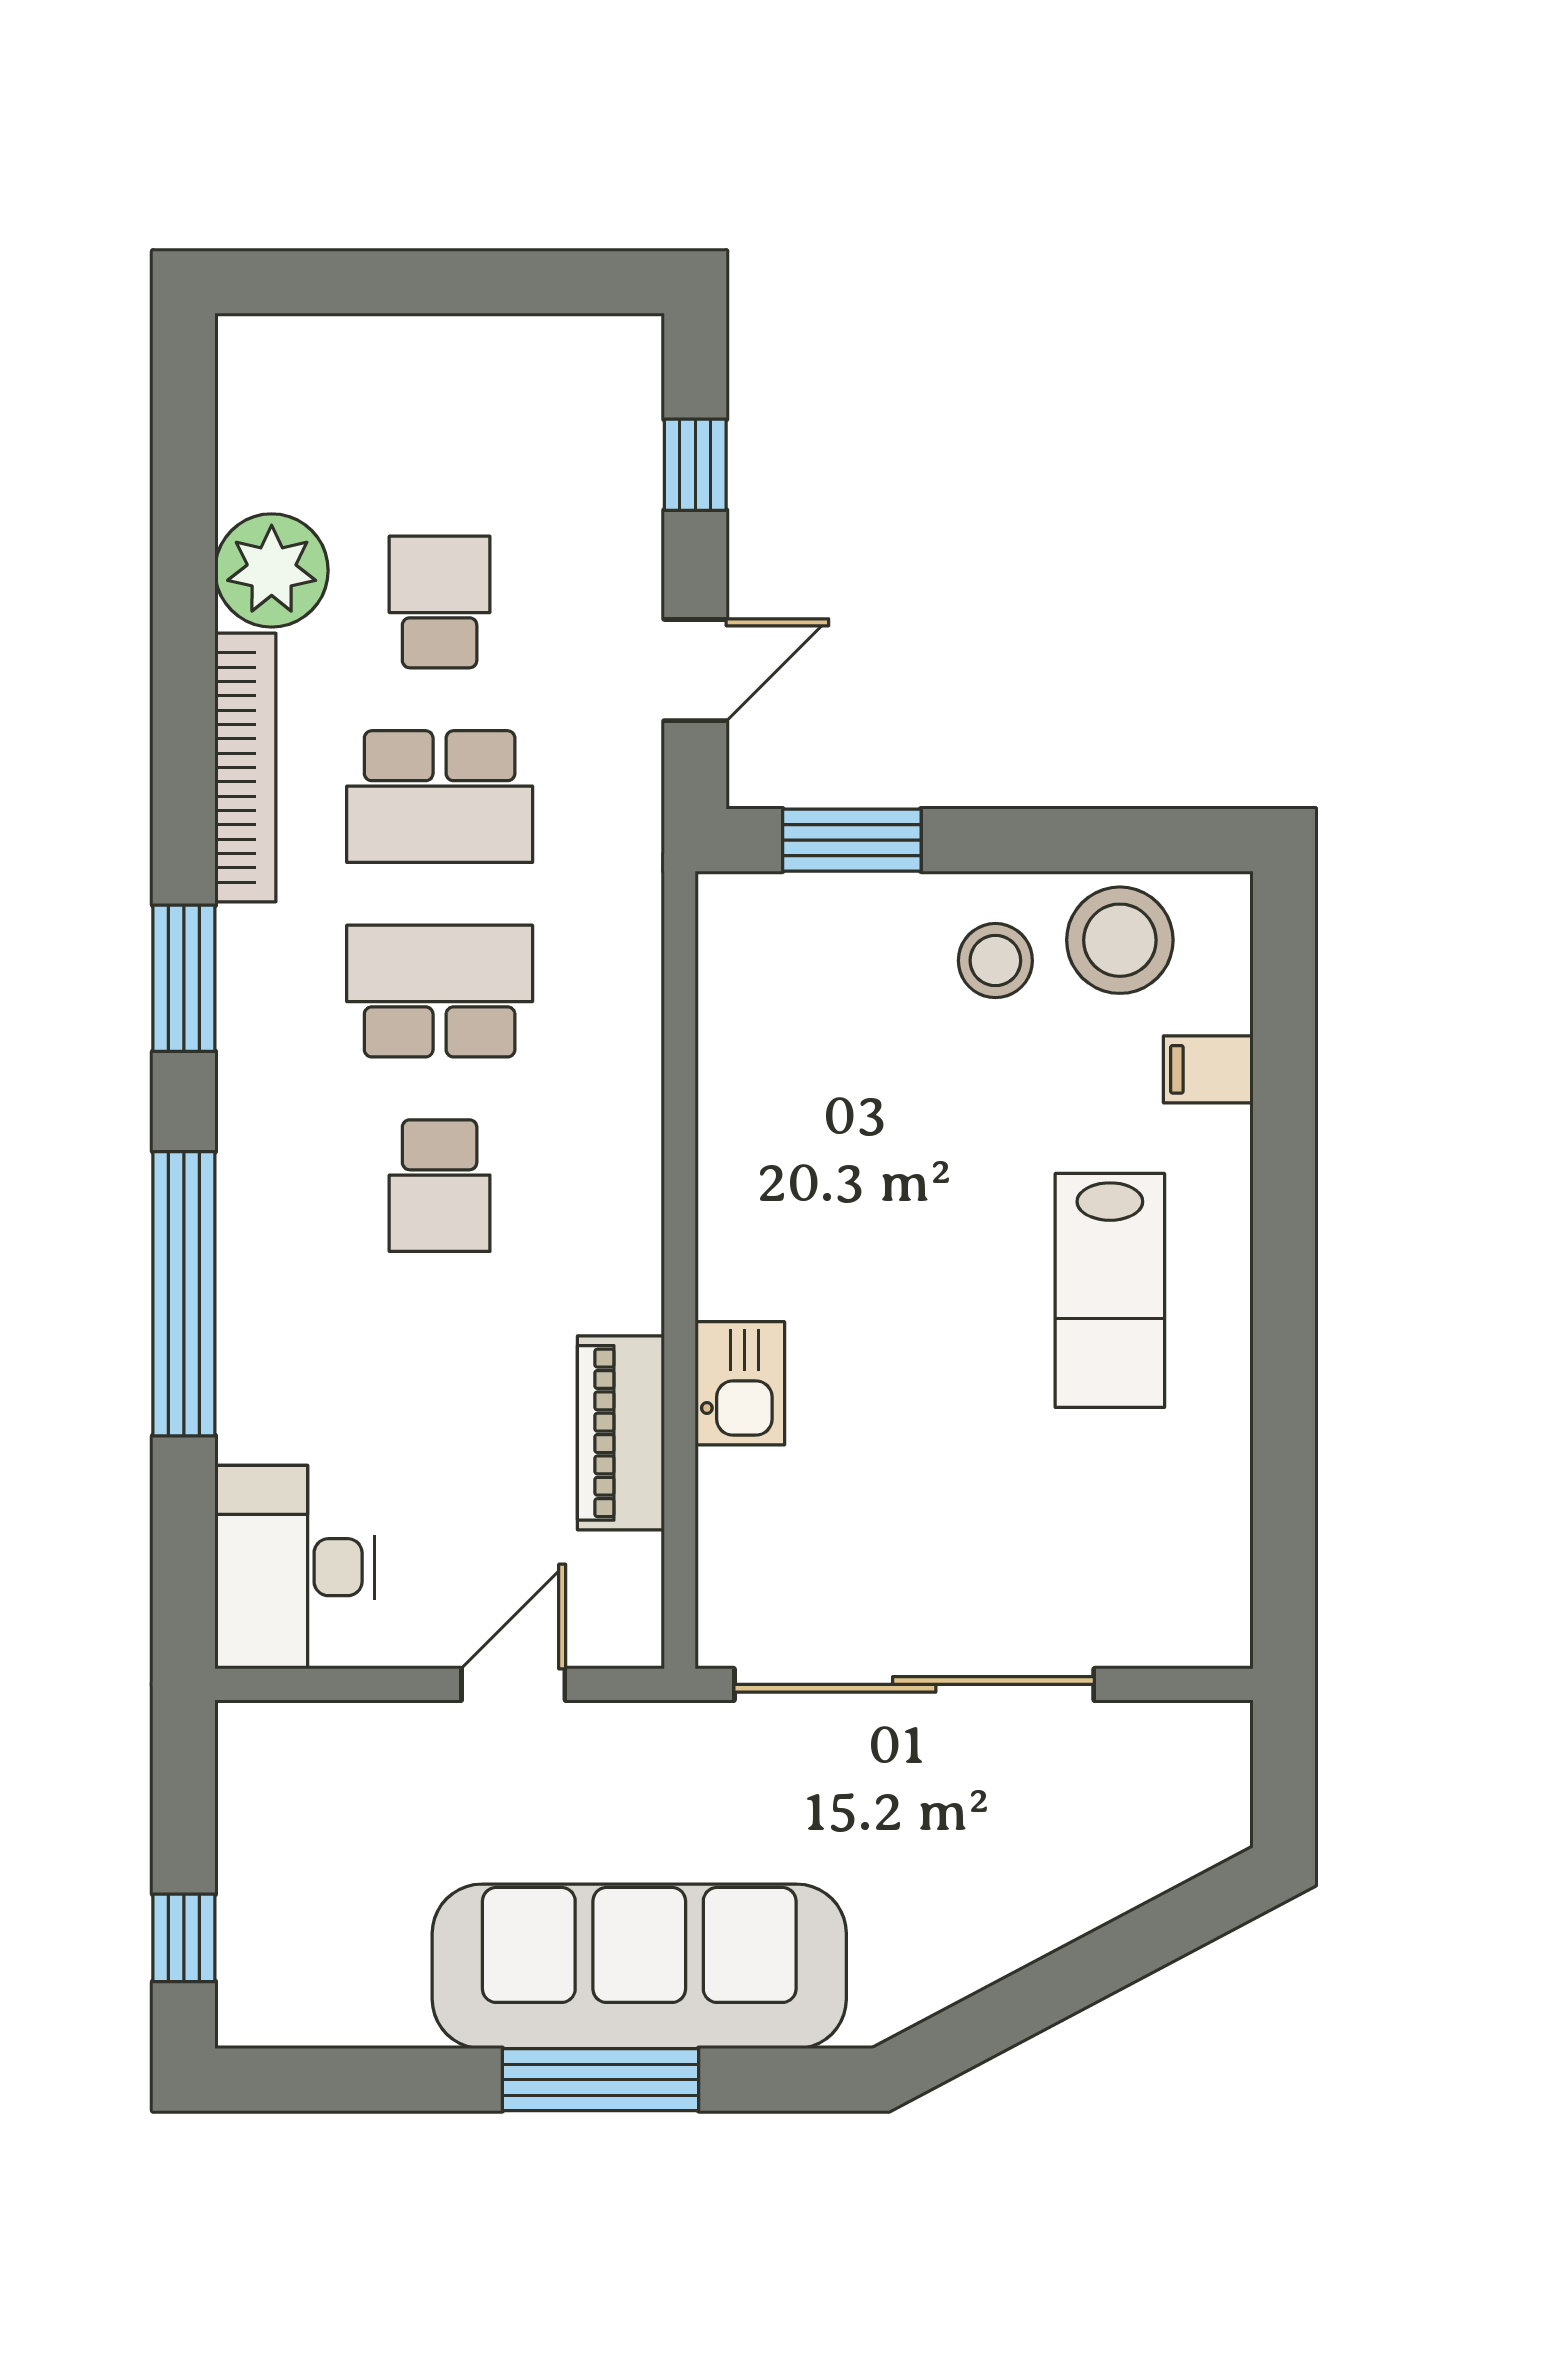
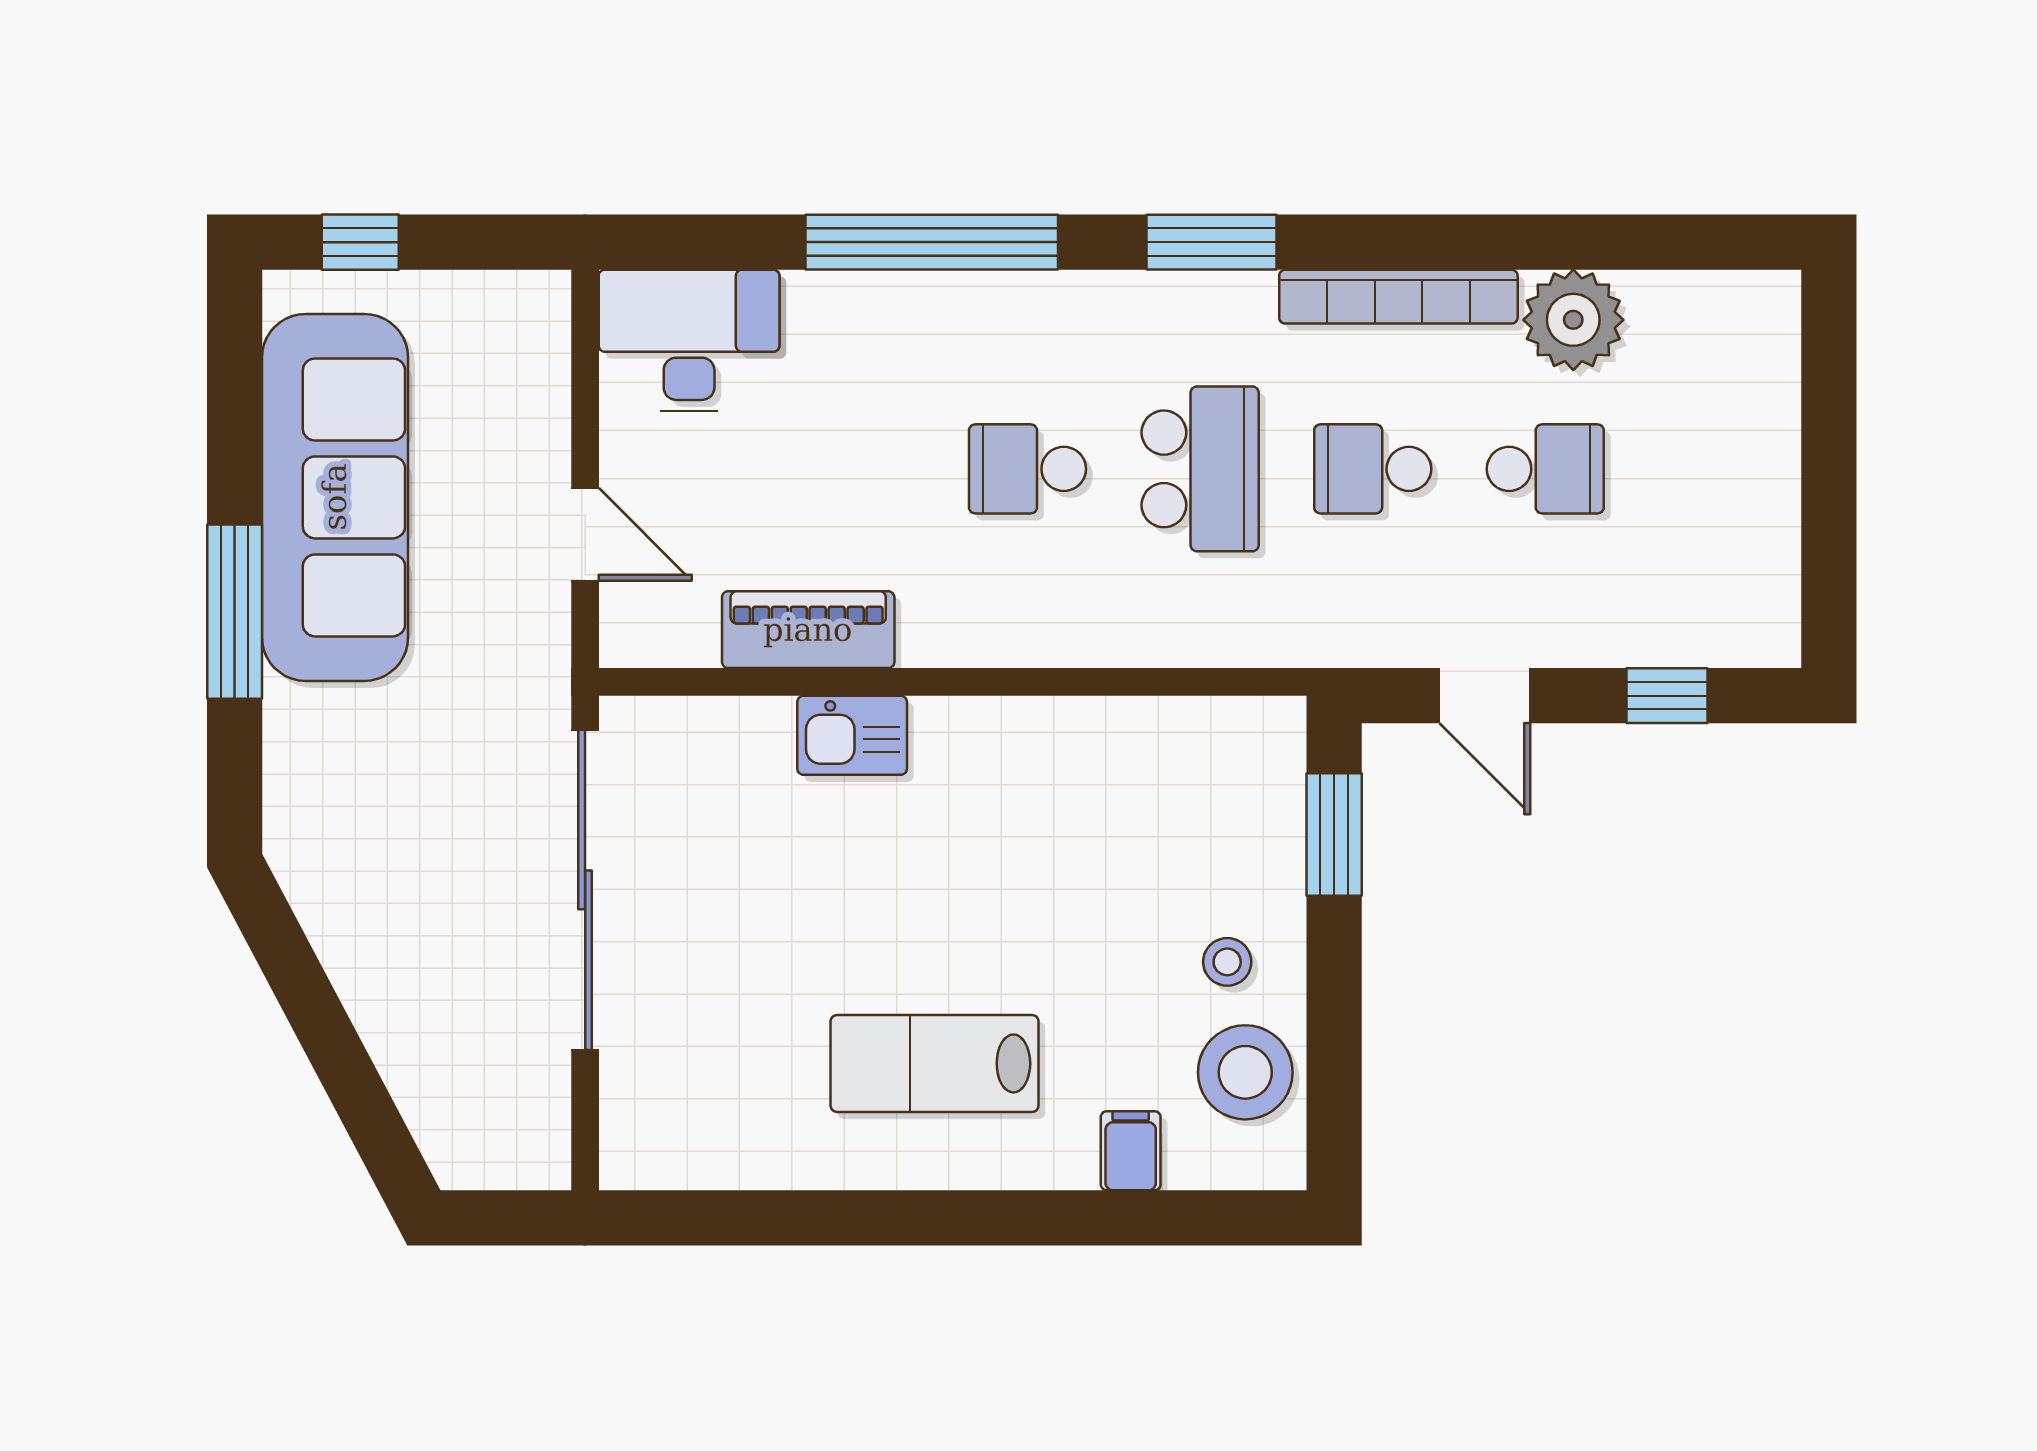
school desk: (440, 797) -> (1373, 469), width x0.54
stool: (995, 961) -> (1227, 962), width x0.73, depth x0.73
sofa: (639, 1966) -> (335, 497), moved

